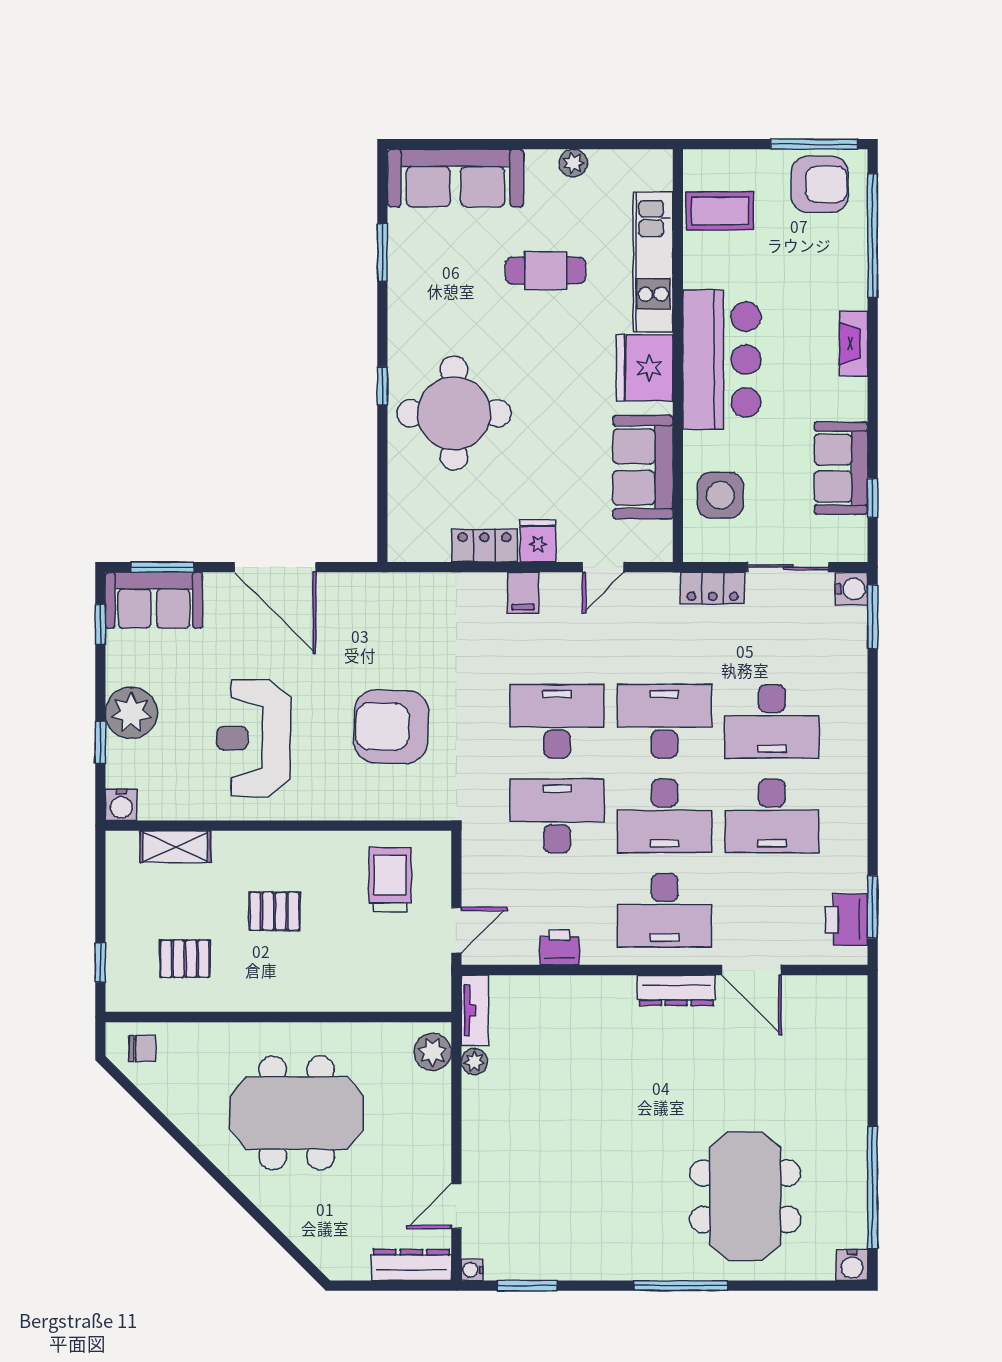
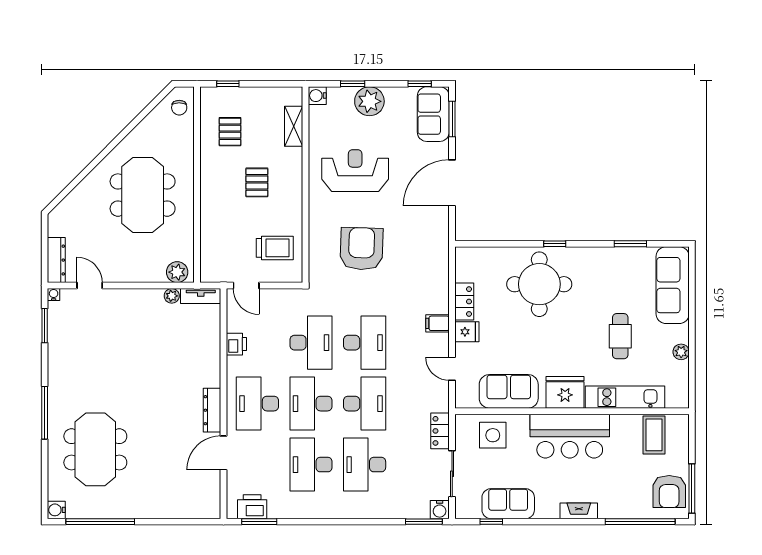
meeting table: (745, 1196) -> (95, 449), turned 90

